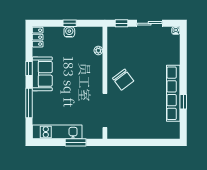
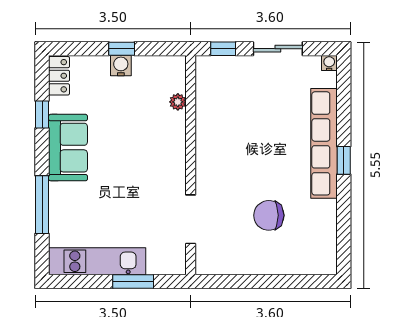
window: (29, 69) -> (42, 114), moved
chair: (123, 80) -> (269, 215), moved, turned 127
row of seats: (173, 93) -> (324, 143), moved
window: (183, 102) -> (344, 160), moved
doorway: (105, 111) -> (191, 219), width x0.73

